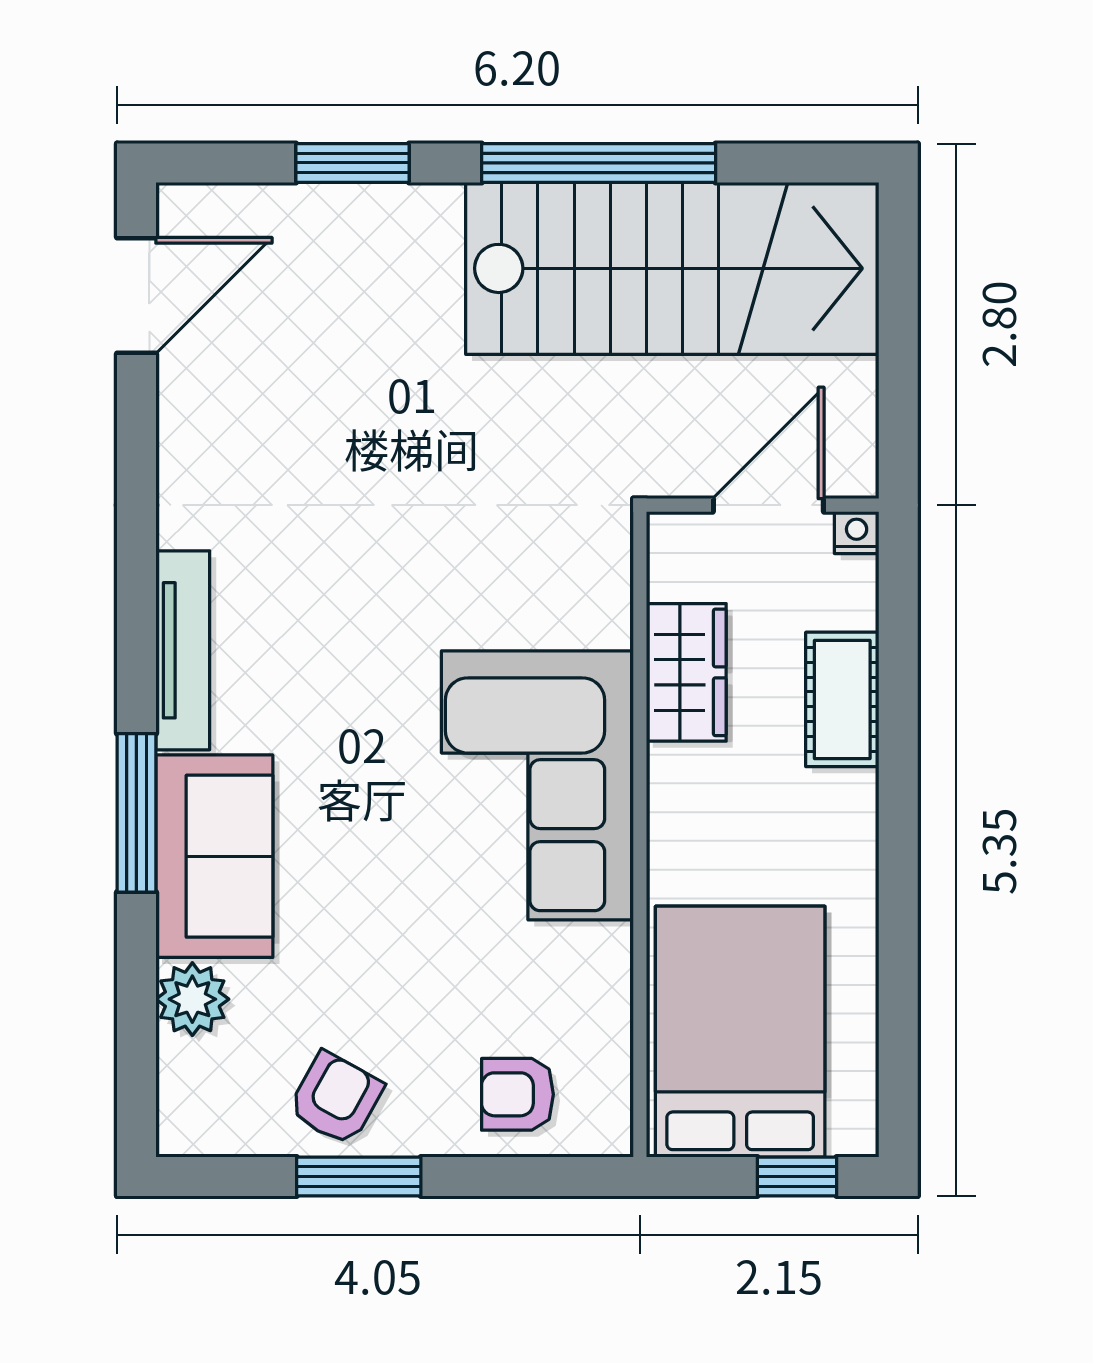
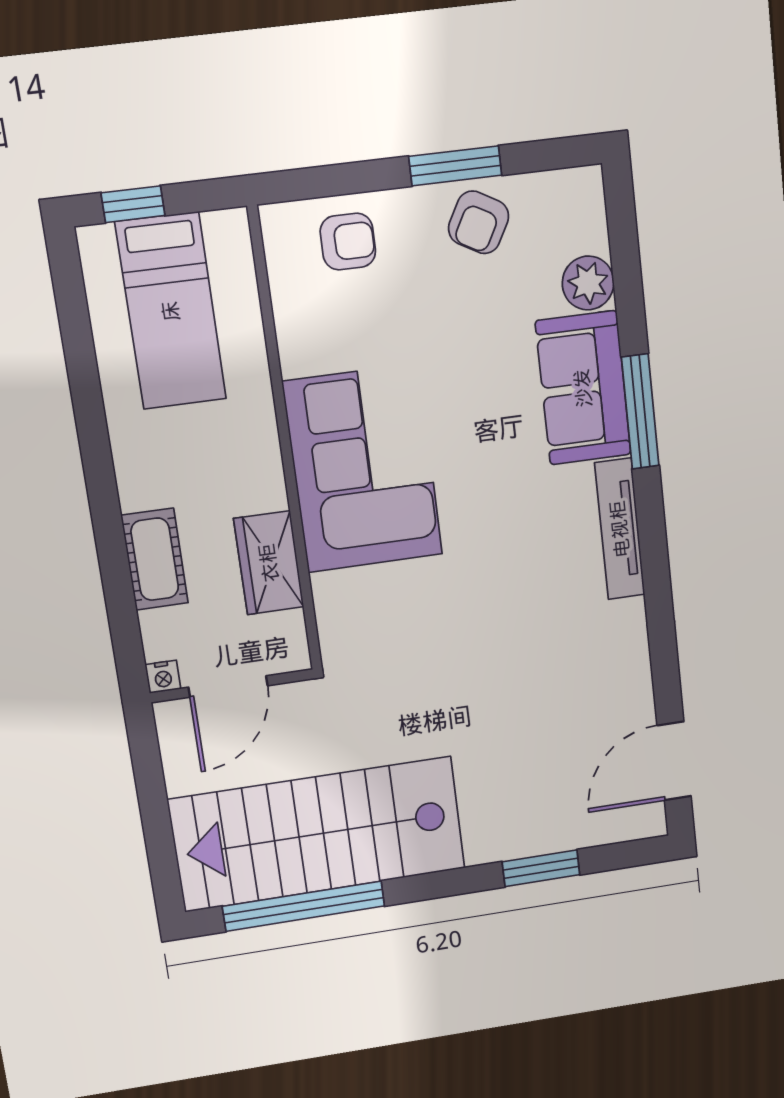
window: (599, 163) -> (304, 906), moved
bed: (740, 1032) -> (171, 311), width x0.67

